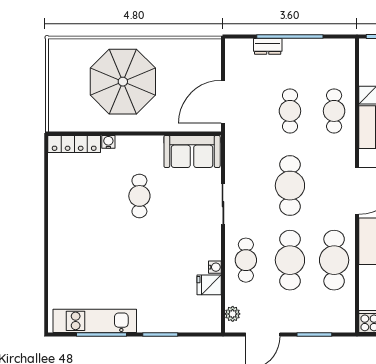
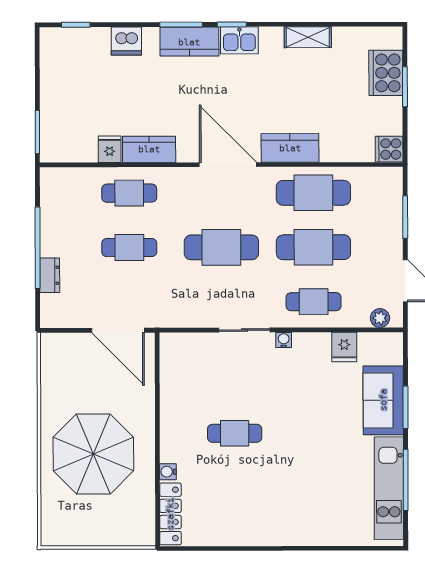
sofa: (192, 151) -> (383, 400), moved, turned 180
water cooler: (215, 267) -> (284, 340), moved

